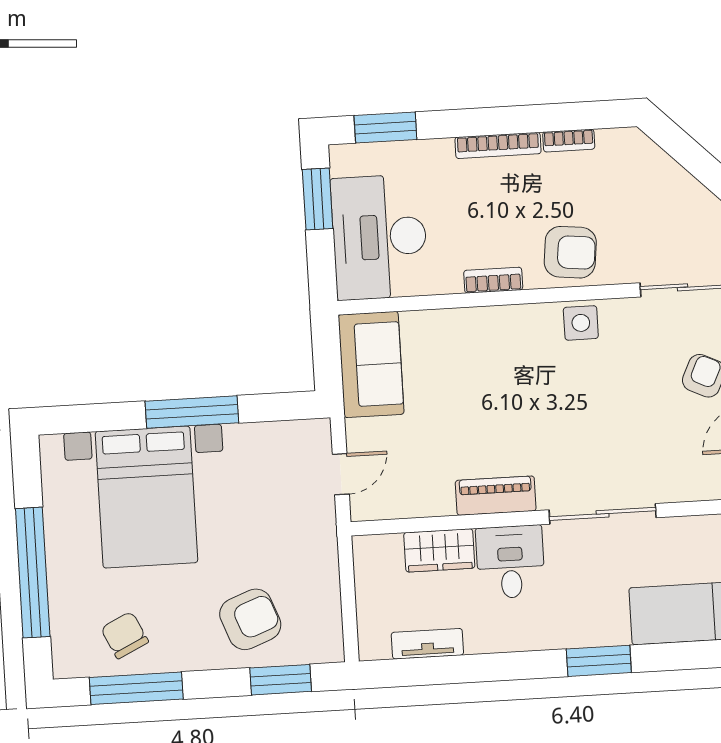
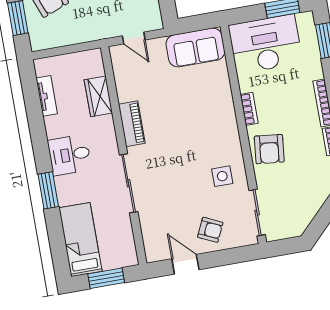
side table: (581, 323) -> (222, 176), moved
desk: (510, 562) -> (69, 155), moved, turned 180

